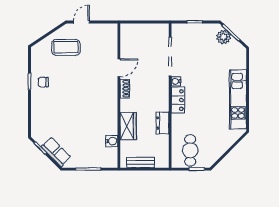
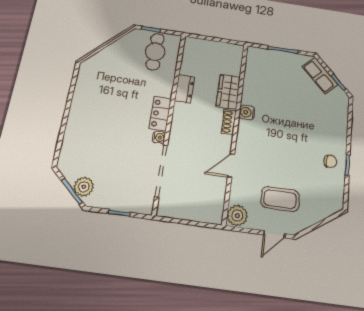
plant: (110, 32) -> (237, 216), added
coffee table: (66, 47) -> (280, 199), moved
shoe rack: (125, 89) -> (229, 122), moved
kitchen unit: (238, 99) -> (82, 103), removed
water cooler: (112, 141) -> (247, 112), moved
bench: (141, 162) -> (219, 47), removed

